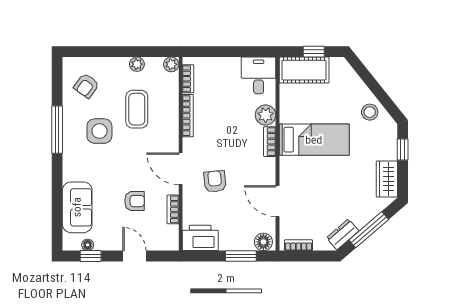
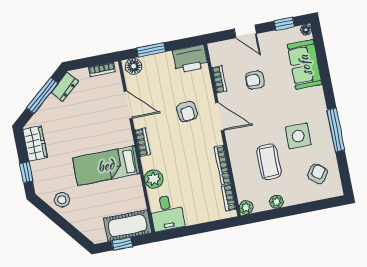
bookcase: (270, 142) -> (143, 142), moved
floor lamp: (88, 245) -> (306, 30), moved

